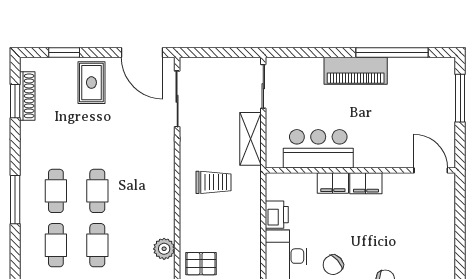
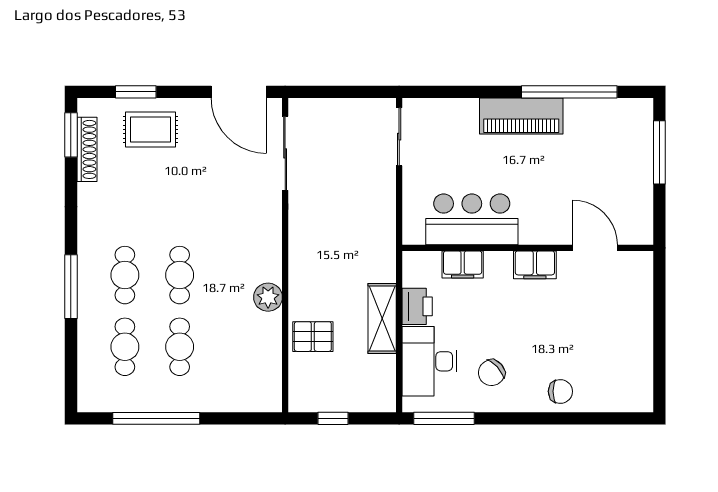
rug: (91, 83) -> (151, 130), moved, turned 90
window: (15, 101) -> (71, 135), moved
shelving: (250, 139) -> (382, 319), moved
door: (431, 170) -> (595, 248), moved
trolley: (213, 182) -> (333, 264), removed
filing cabinet: (333, 183) -> (463, 264), moved
plant: (164, 249) -> (268, 297), moved
pallet: (201, 264) -> (313, 337), moved

